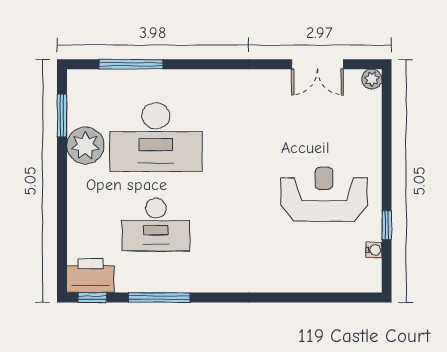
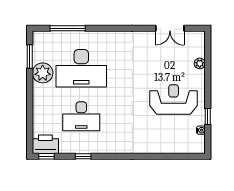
plant: (372, 79) -> (200, 63), moved
window: (159, 297) -> (83, 156), width x0.46

